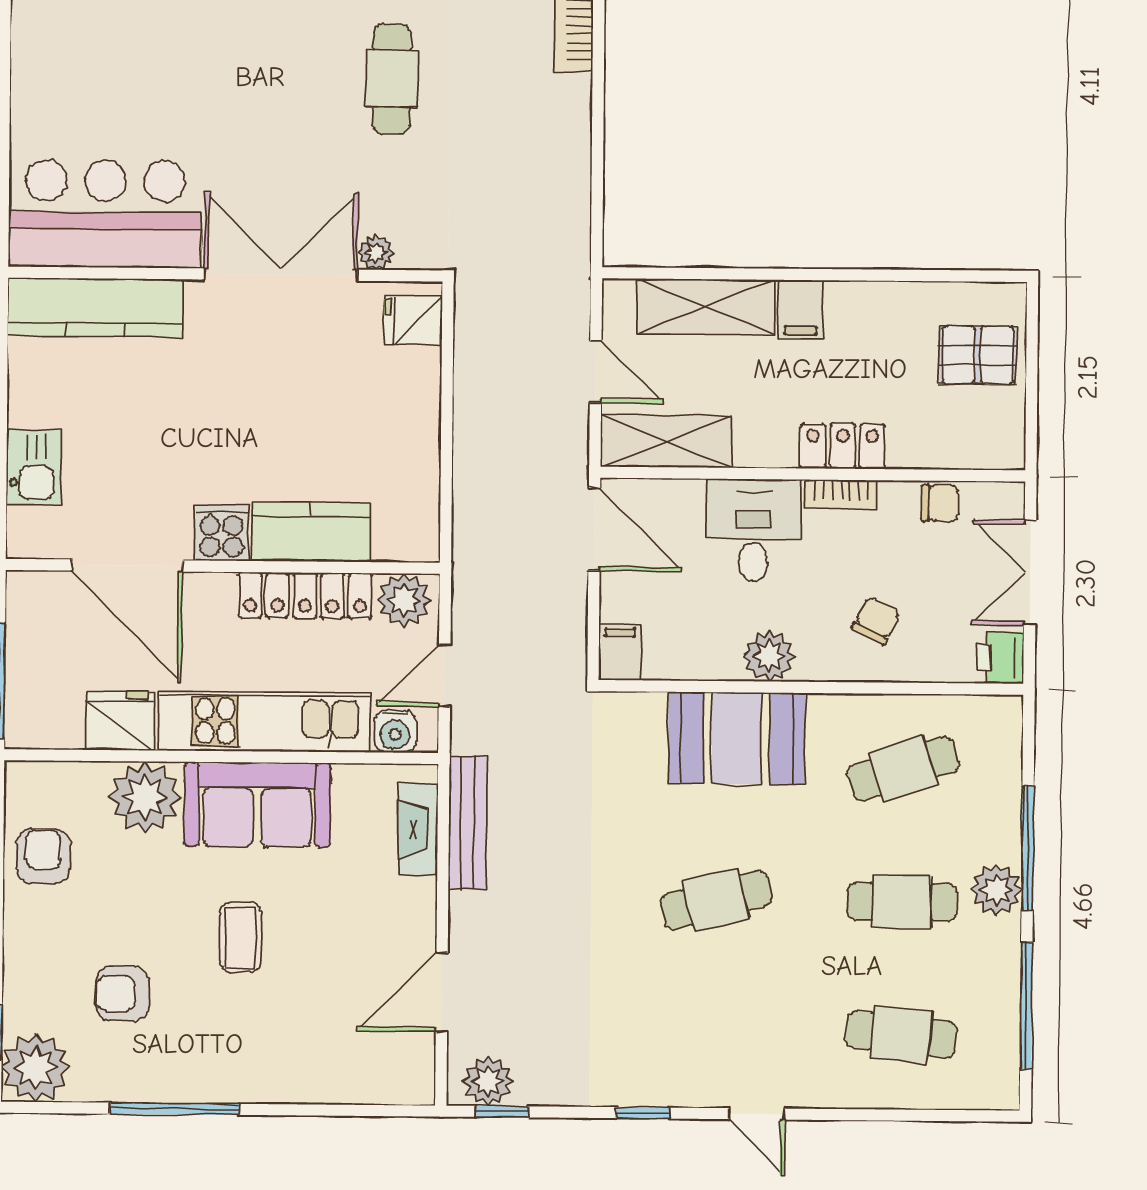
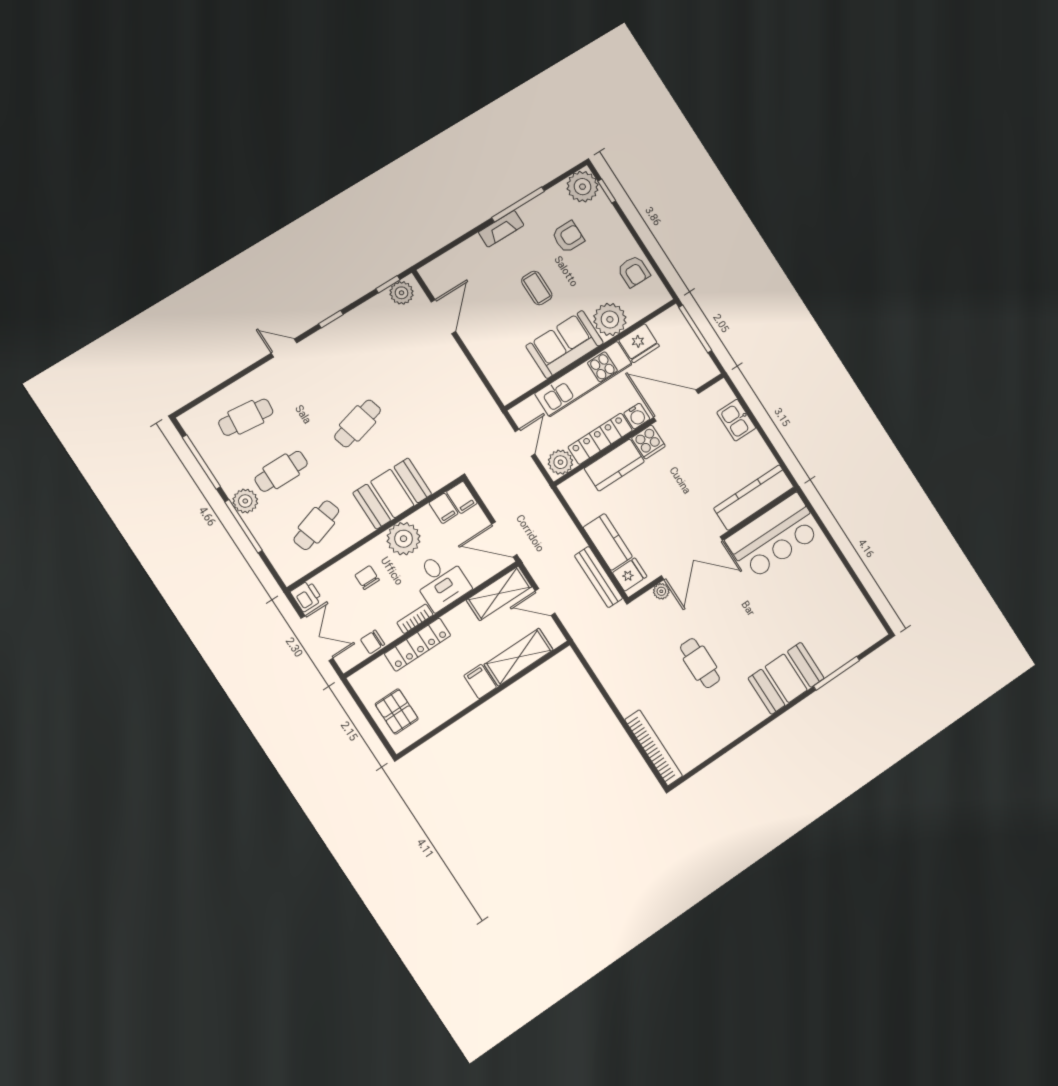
pallet: (978, 355) -> (397, 711), turned 90
kitchen counter: (414, 403) -> (608, 542), added
locker: (843, 446) -> (418, 645), width x1.53
chair: (876, 621) -> (367, 578), turned 152
filing cabinet: (665, 654) -> (443, 508), added
plant: (769, 656) -> (404, 539), width x1.36, depth x1.36
water cooler: (395, 731) -> (637, 416), moved, turned 180
bench: (467, 823) -> (599, 577), moved
fireplace: (418, 829) -> (501, 229), moved, turned 90

